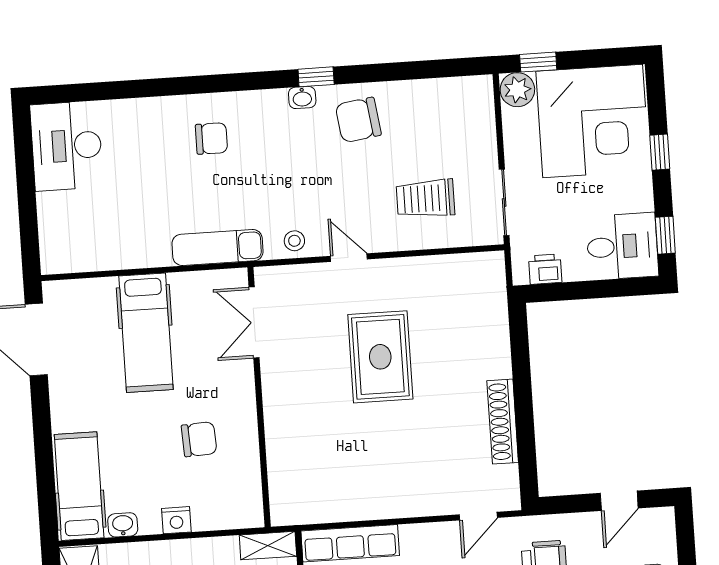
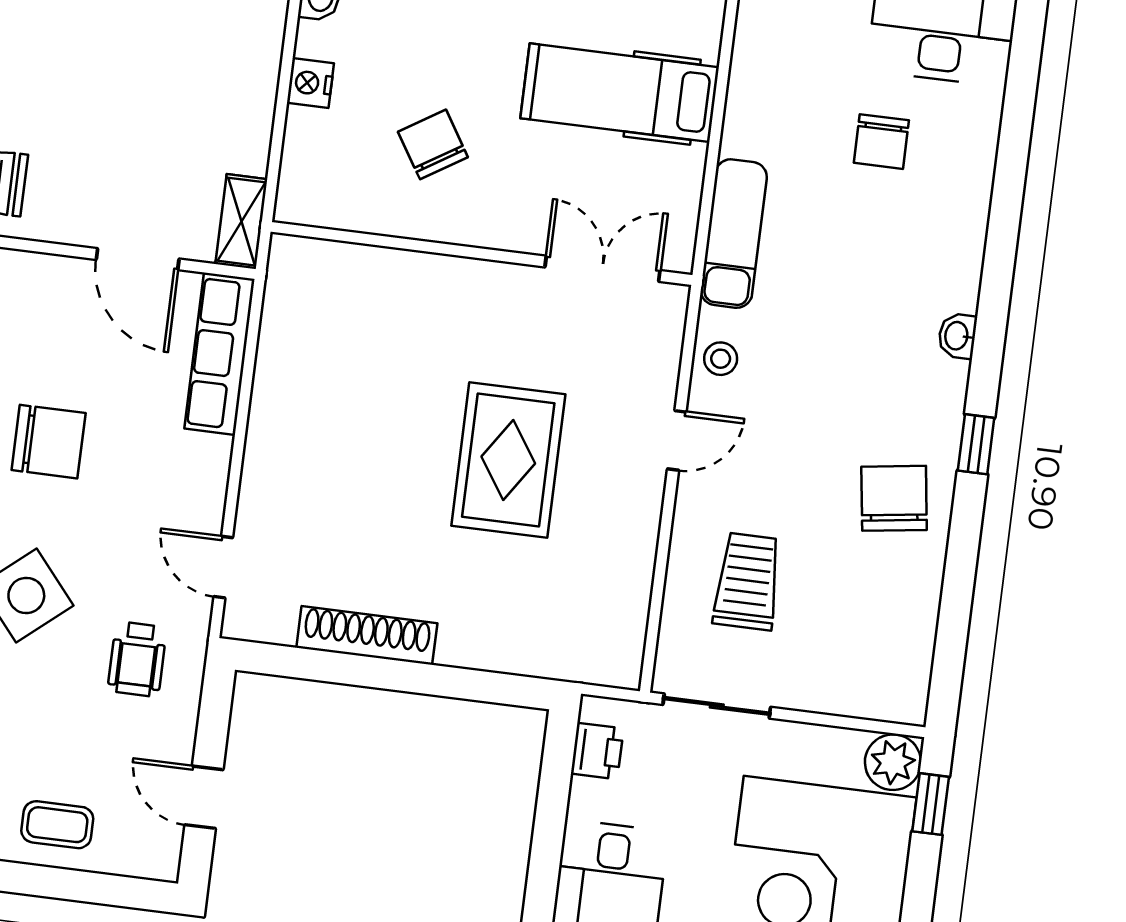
washbasin: (302, 98) -> (957, 336), moved
chair: (211, 138) -> (881, 142), moved
rug: (380, 357) -> (508, 460), turned 90
chair: (199, 439) -> (433, 144), turned 151

